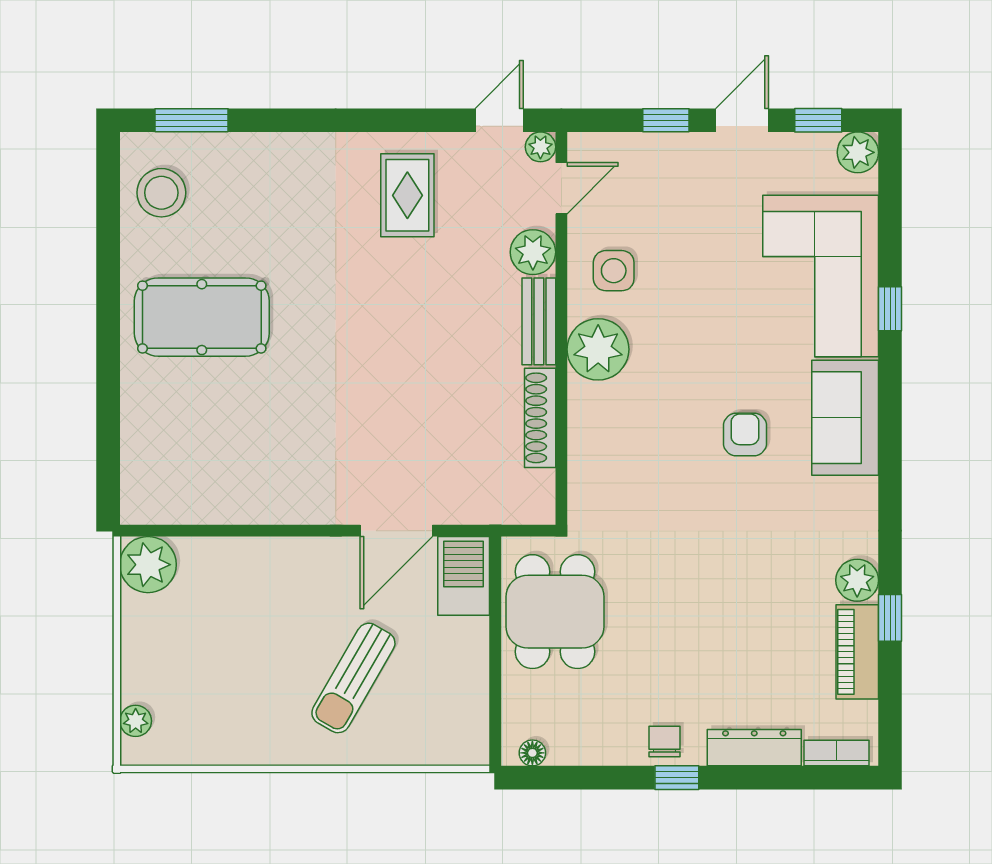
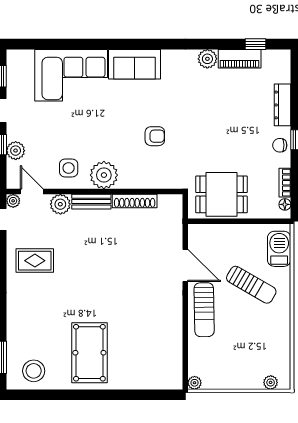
plant: (858, 152) -> (16, 151), moved
window: (890, 309) -> (86, 44), removed
armchair: (745, 435) -> (155, 136), moved, turned 180
plant: (148, 565) -> (195, 383), width x0.53, depth x0.53
sun lounger: (298, 573) -> (204, 310), added
barbecue: (464, 576) -> (279, 249), moved, turned 90
window: (890, 618) -> (256, 44), moved
bookcase: (837, 753) -> (285, 183), moved

